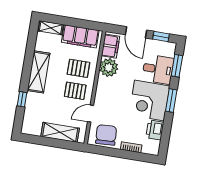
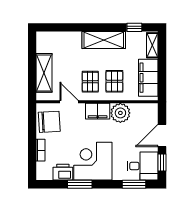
filing cabinet: (110, 46) -> (98, 111), moved
desk: (158, 69) -> (143, 166), moved, turned -90
window: (22, 99) -> (134, 27), moved
window: (171, 100) -> (80, 184), moved

